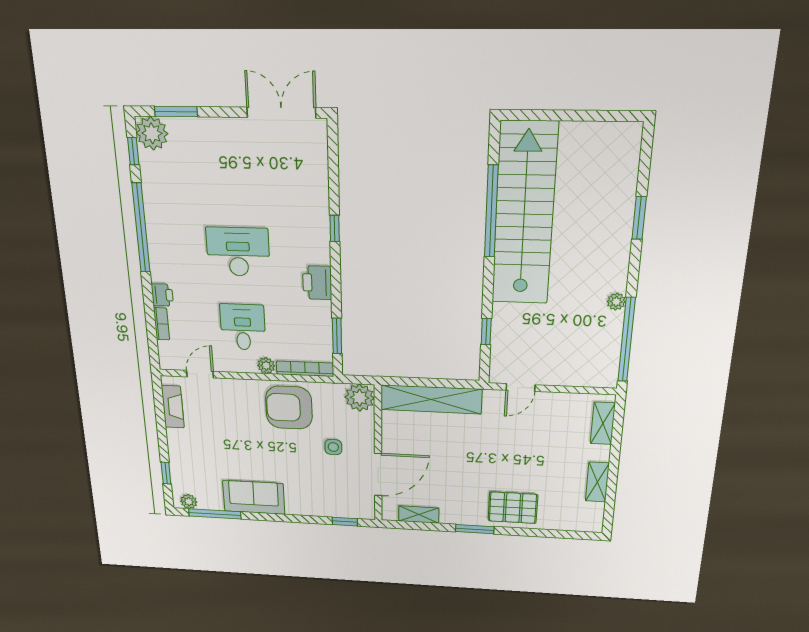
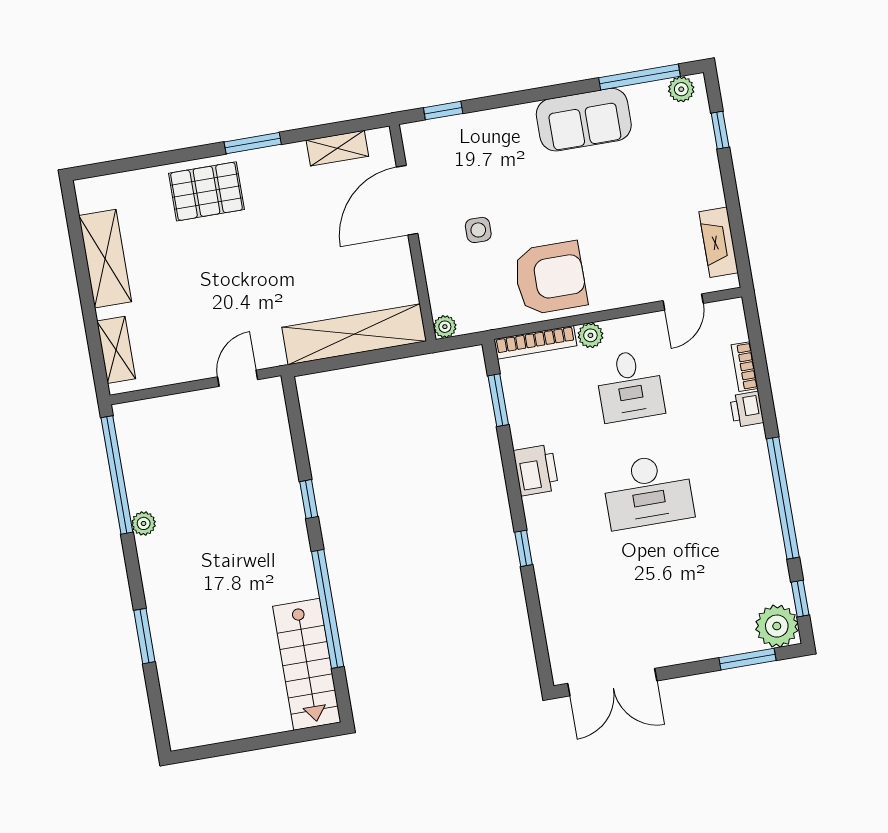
stairs: (524, 215) -> (307, 664), width x0.54, depth x0.66
window: (486, 332) -> (309, 499), moved
plant: (360, 398) -> (445, 327), width x0.53, depth x0.53
shelving: (597, 482) -> (105, 259), width x1.50, depth x1.33

